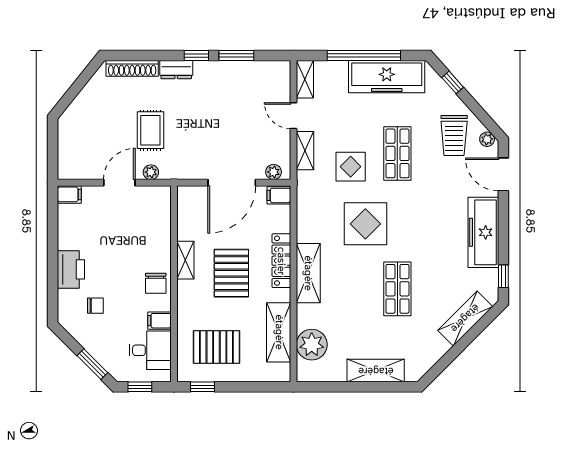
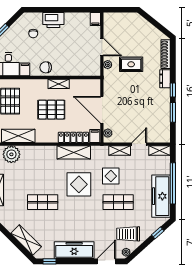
locker: (281, 261) -> (73, 137), moved
shelving: (308, 273) -> (74, 152), moved

